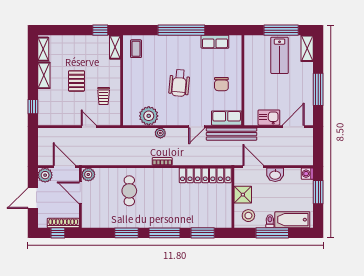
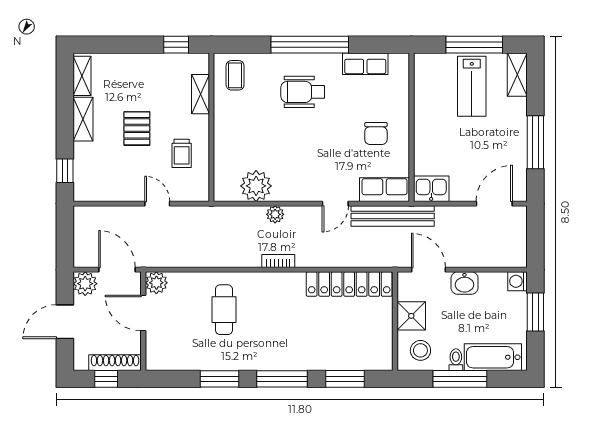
shelving: (115, 47) -> (200, 94), moved
wheelchair: (179, 83) -> (303, 92), moved, turned 85
kitchen sink: (269, 118) -> (431, 189), moved

